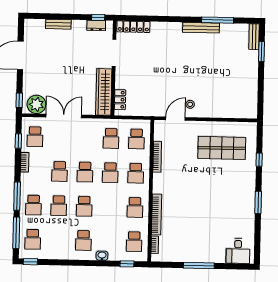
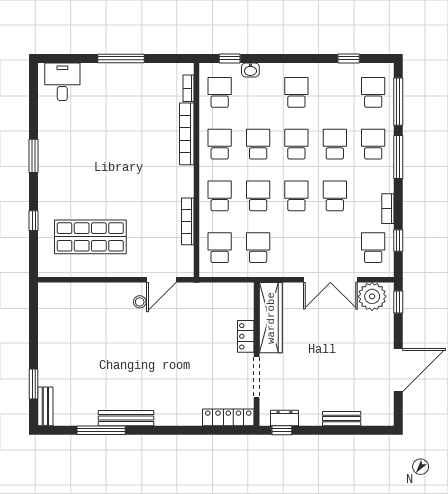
locker: (120, 100) -> (246, 336), moved
school desk: (110, 207) -> (258, 144), added
washbasin: (102, 256) -> (250, 70), moved
window: (30, 262) -> (349, 58), moved

